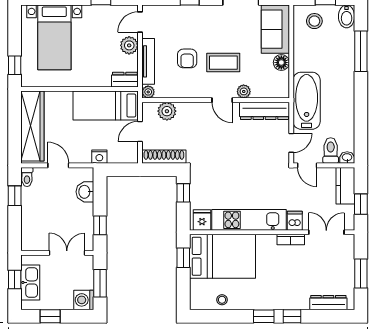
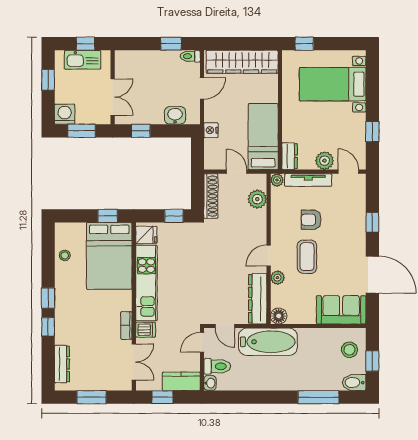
floor lamp: (281, 63) -> (279, 316), moved

